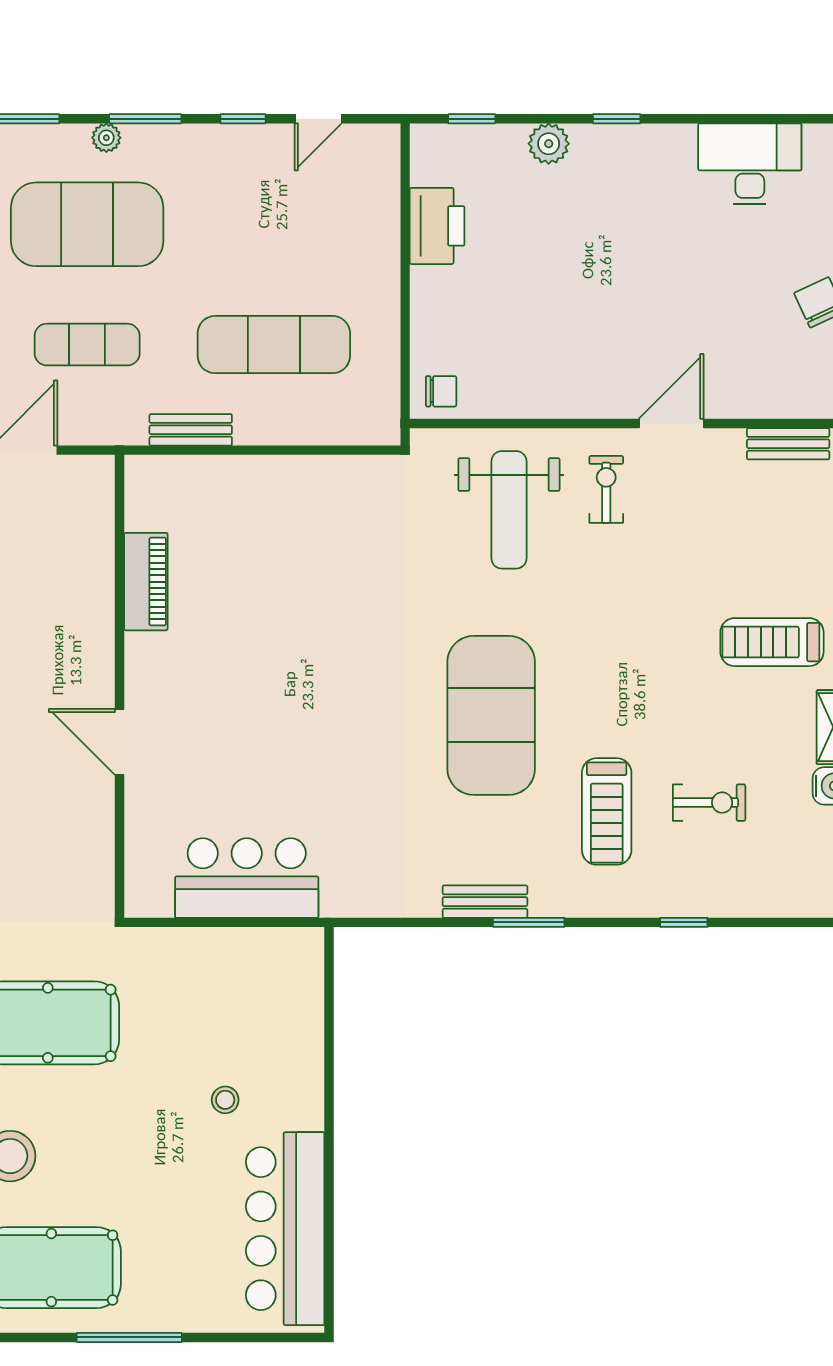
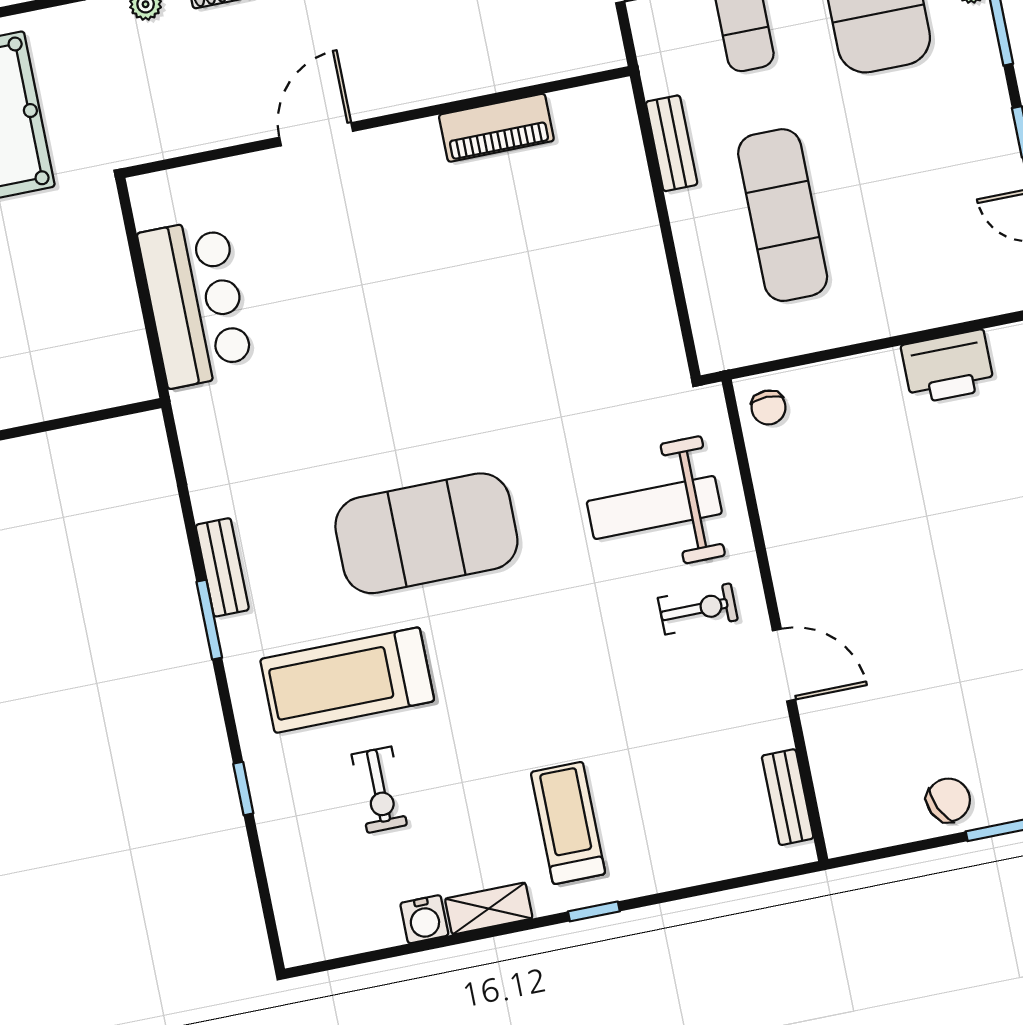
treadmill: (607, 811) -> (347, 680), width x1.37, depth x1.38

